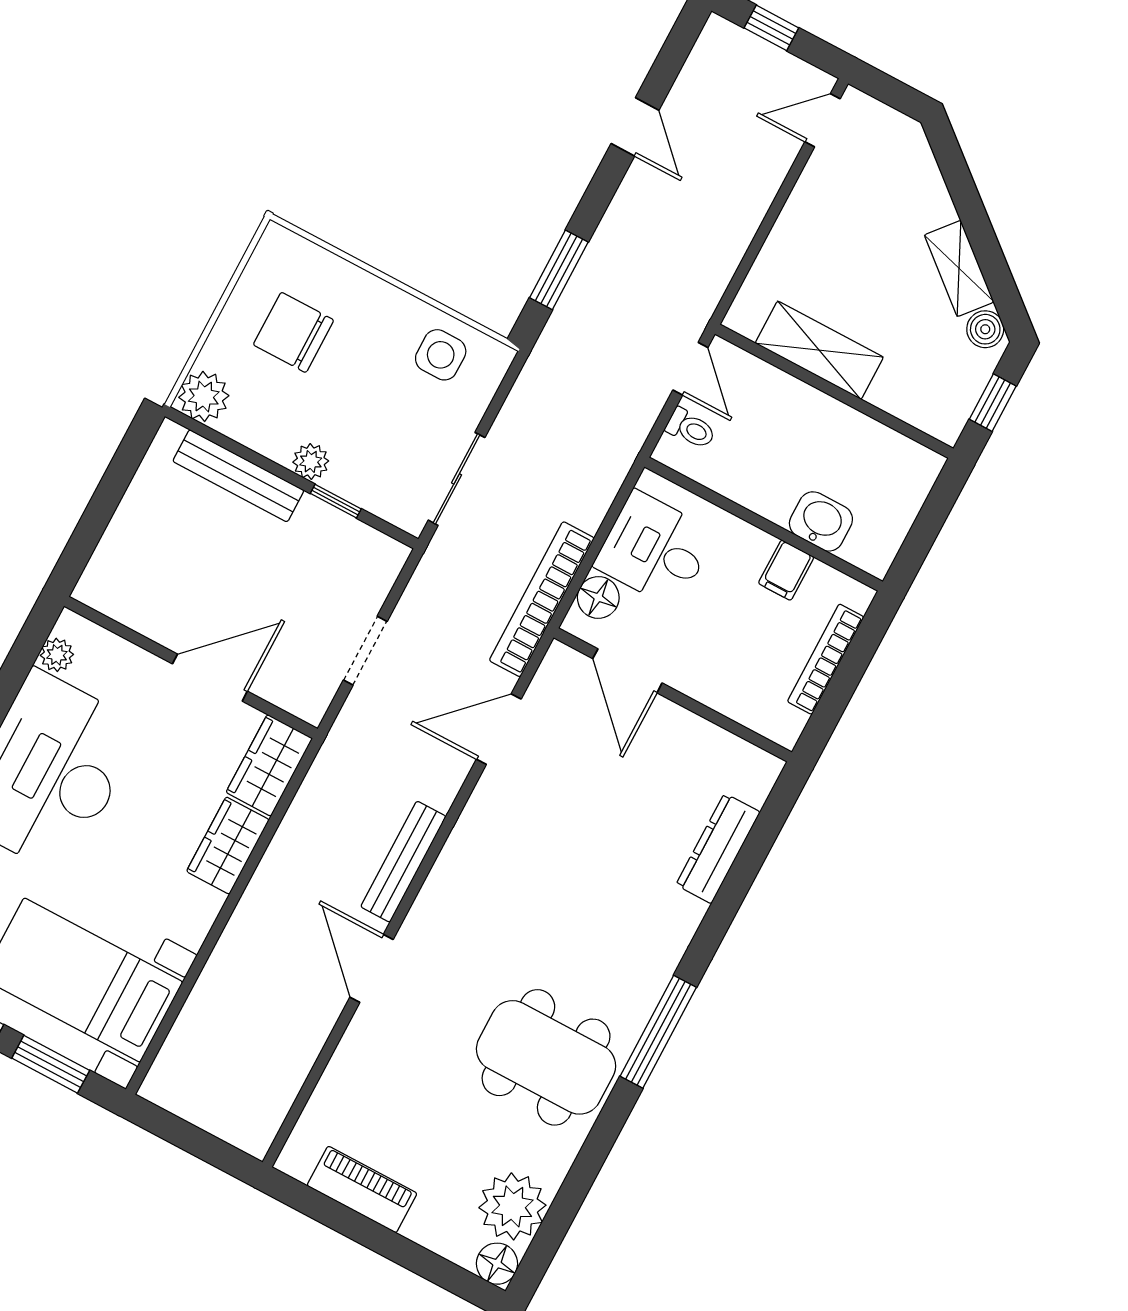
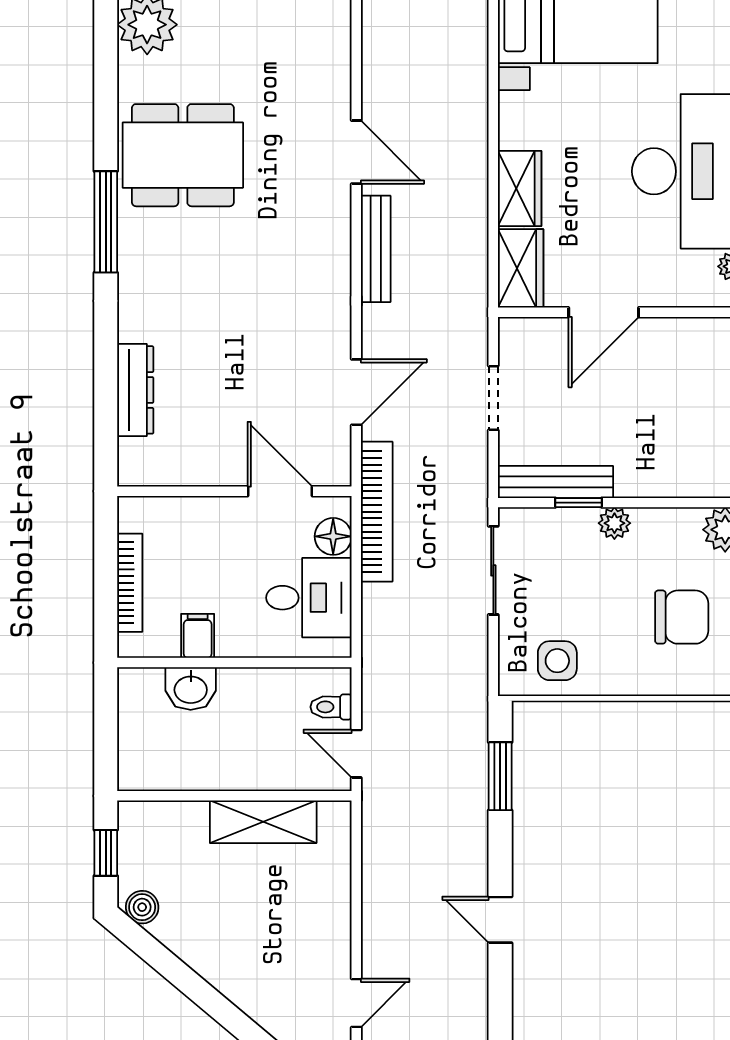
shelving: (959, 268) -> (188, 944), removed
bench: (238, 476) -> (555, 482), moved

